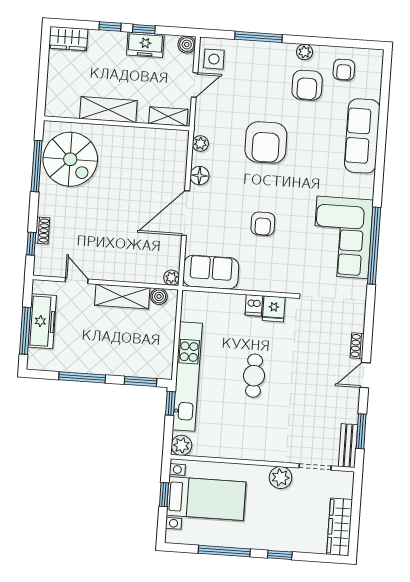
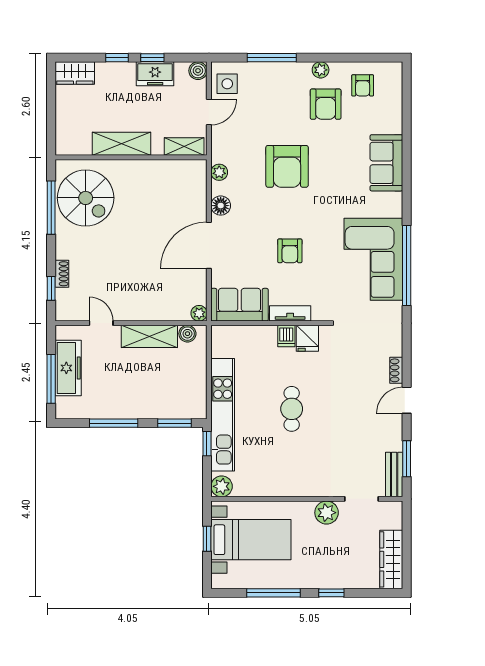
sofa: (362, 136) -> (386, 163), width x0.73
tv unit: (259, 284) -> (290, 313), added

